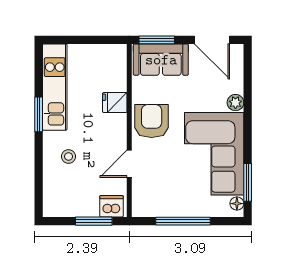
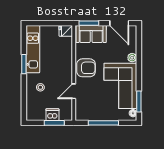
fridge: (115, 103) -> (66, 31), moved
armchair: (152, 121) -> (86, 68), turned 90
dishwasher: (112, 206) -> (52, 115), moved

